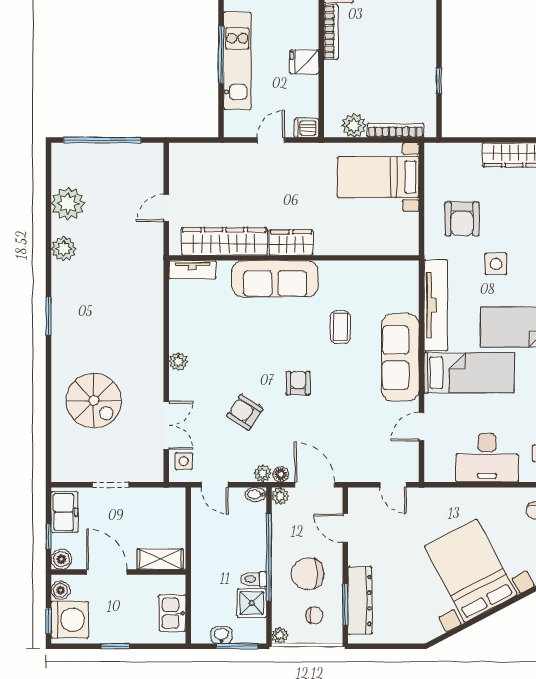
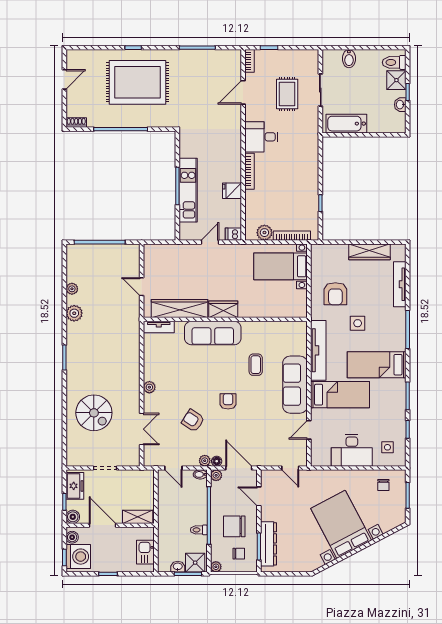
plant: (68, 203) -> (72, 289), width x0.53, depth x0.53
door: (166, 208) -> (142, 287), hinge flipped
side table: (184, 461) -> (153, 453), removed
shower: (252, 603) -> (195, 563), moved

